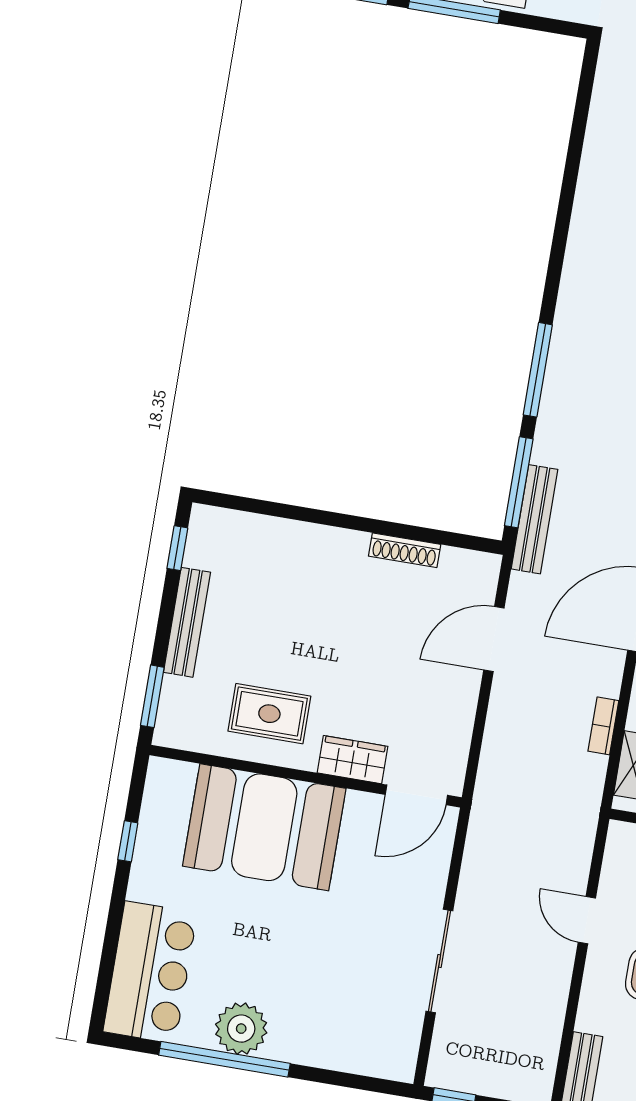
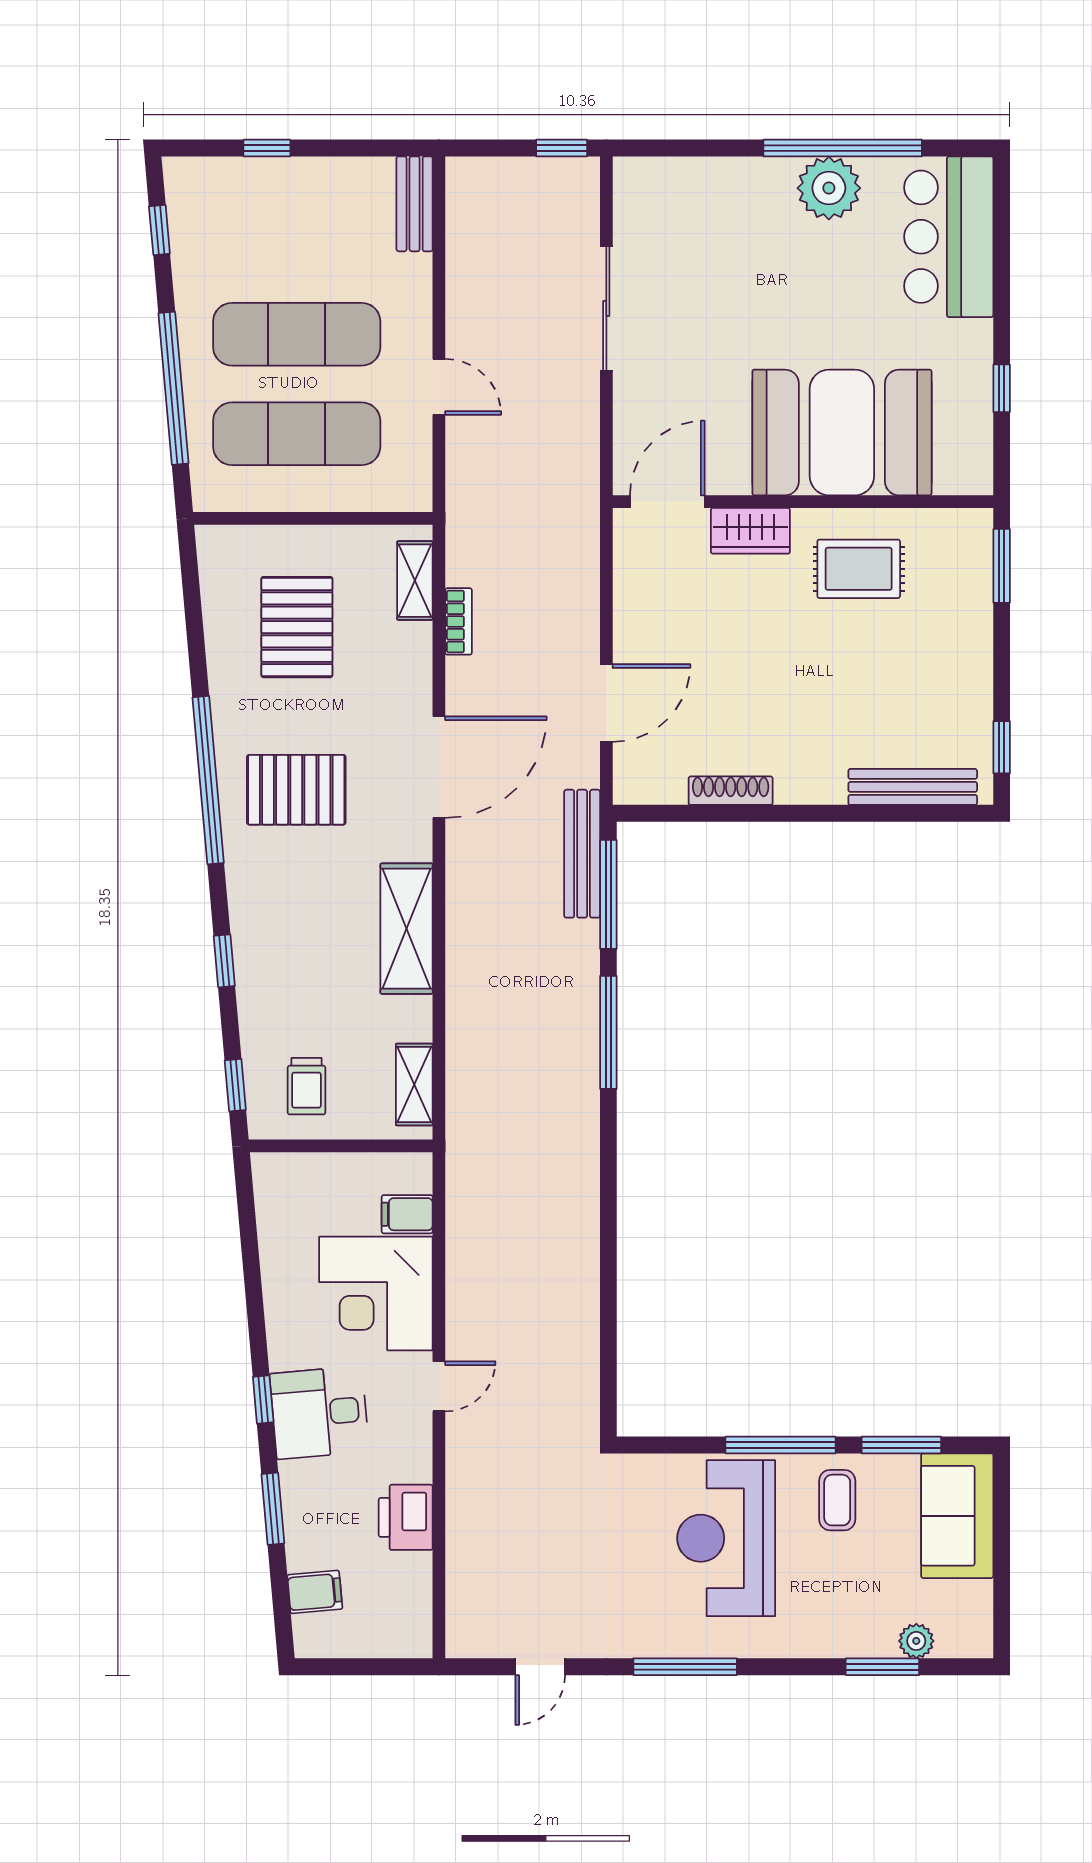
bench: (187, 622) -> (913, 787), moved, turned 90

